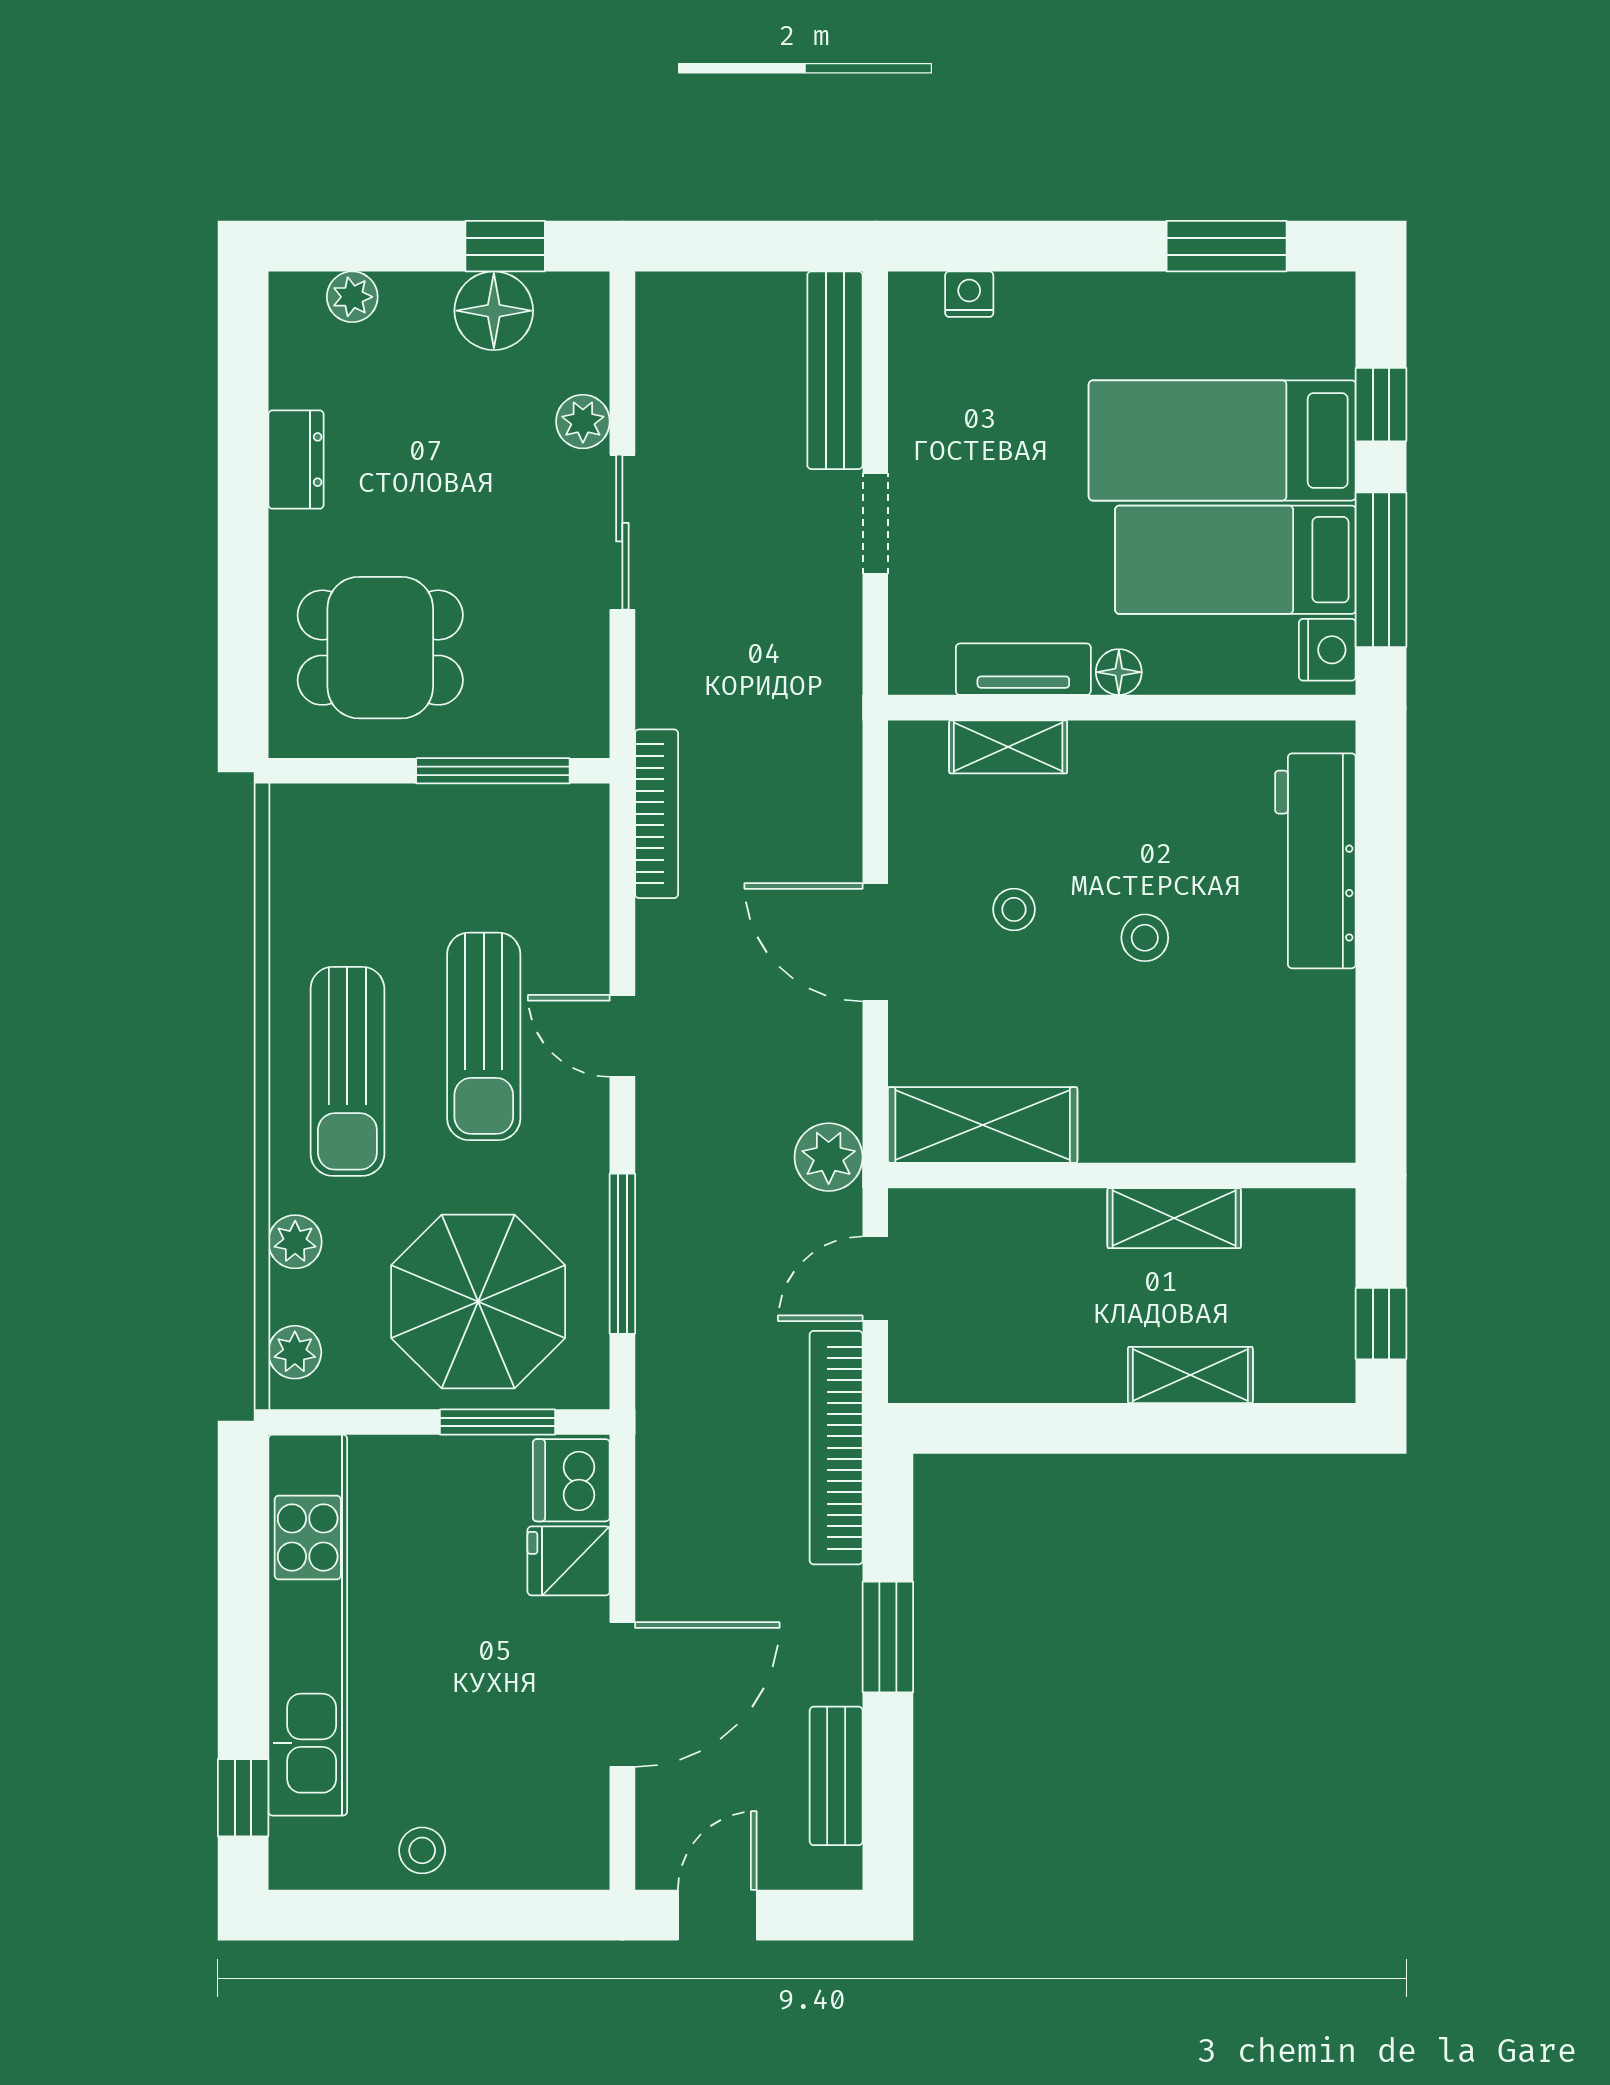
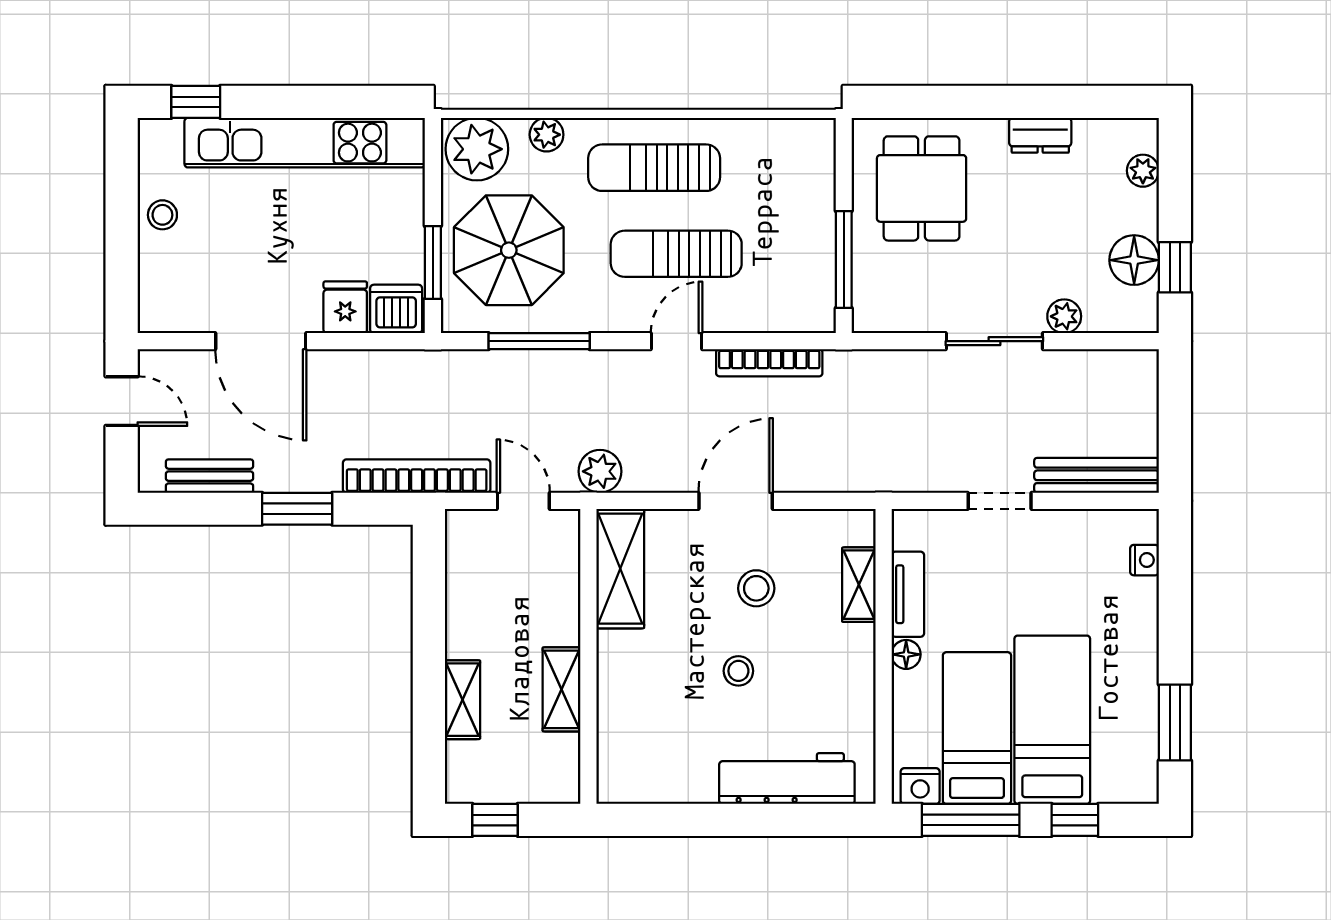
bookcase: (657, 814) -> (769, 363), moved
stool: (1014, 909) -> (756, 588), width x1.37, depth x1.37
plant: (295, 1352) -> (477, 149), width x1.87, depth x1.87

